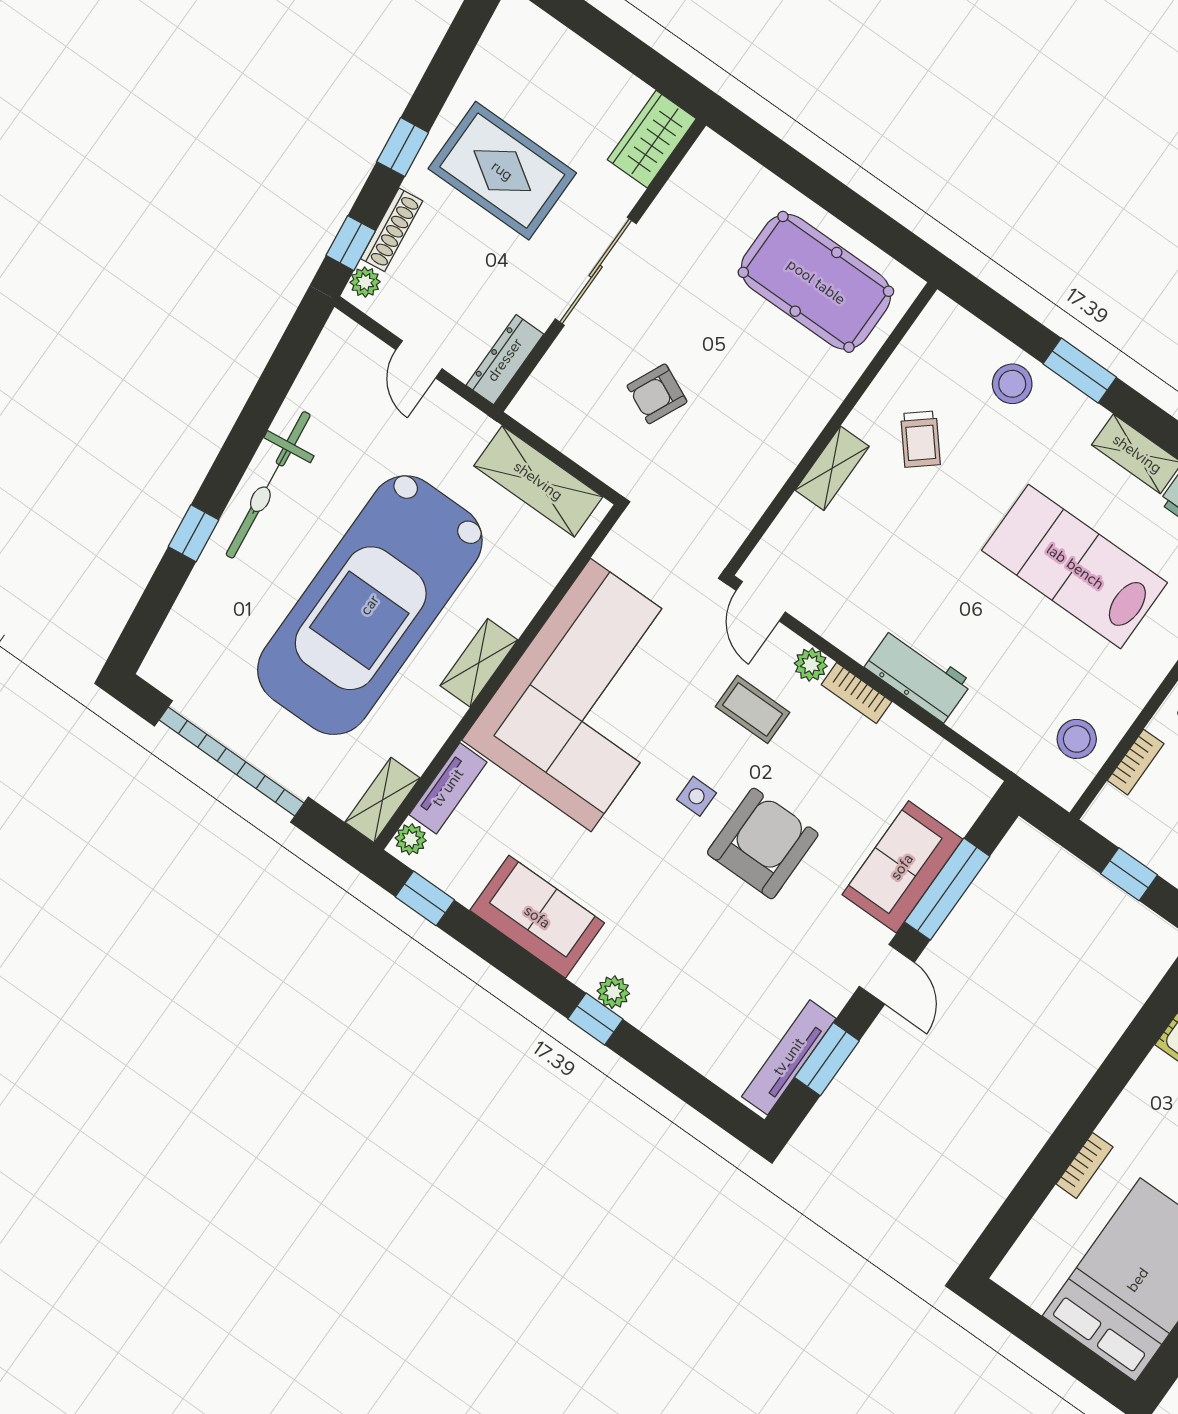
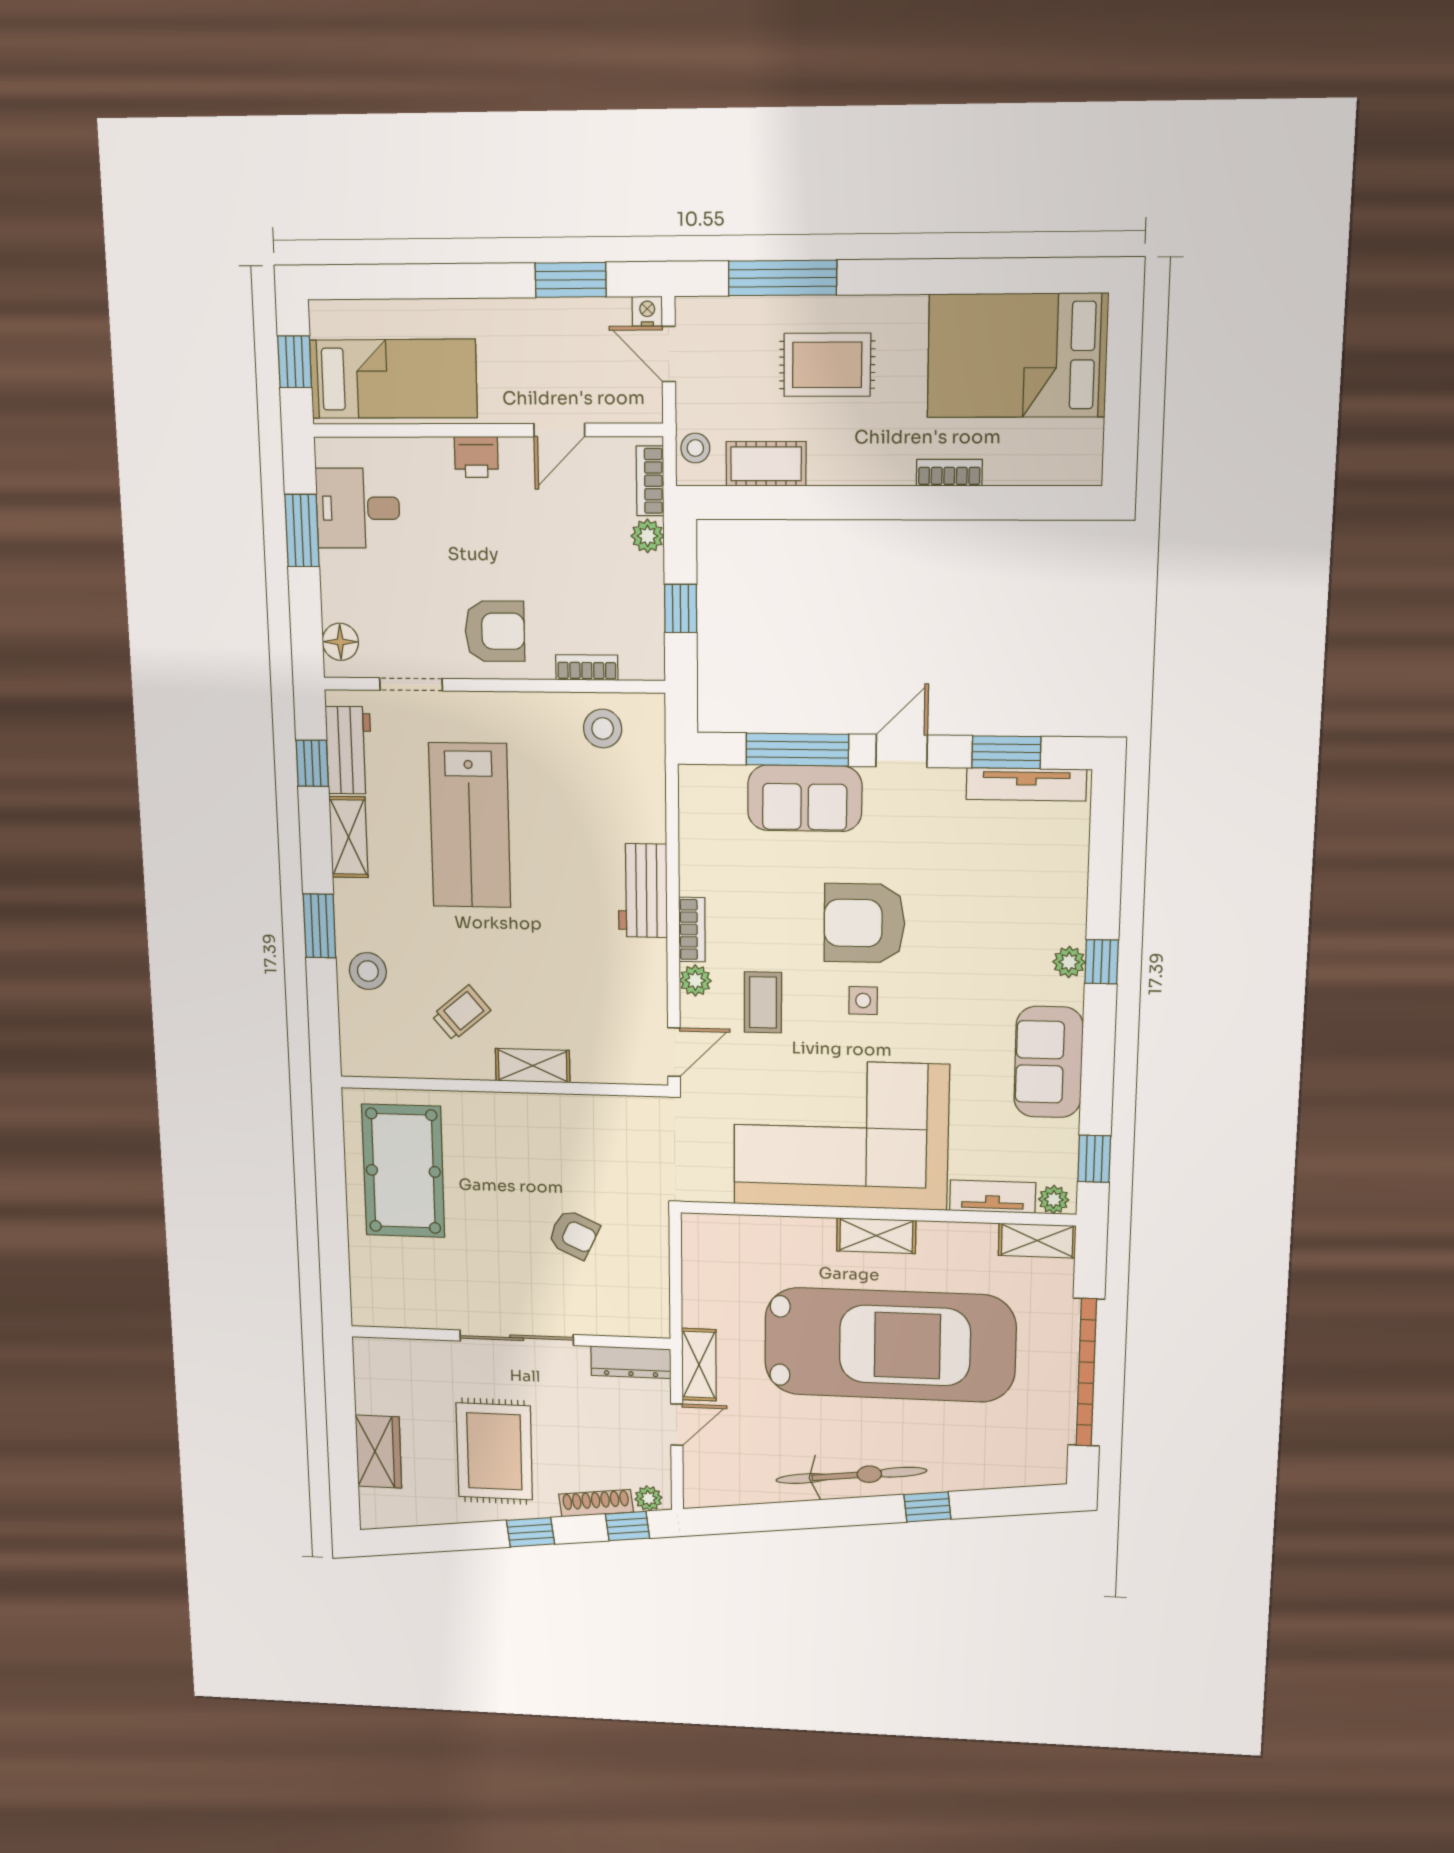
wardrobe: (652, 139) -> (378, 1452), moved, turned -90
shelving: (538, 481) -> (699, 1365), moved, width x0.67, depth x0.75

